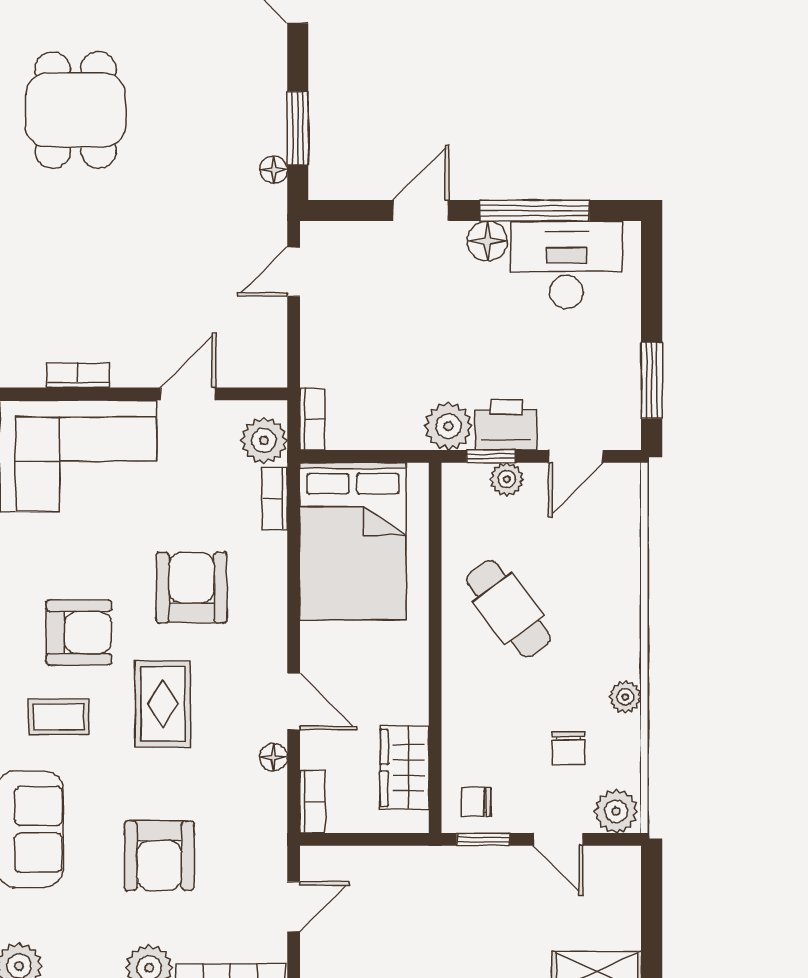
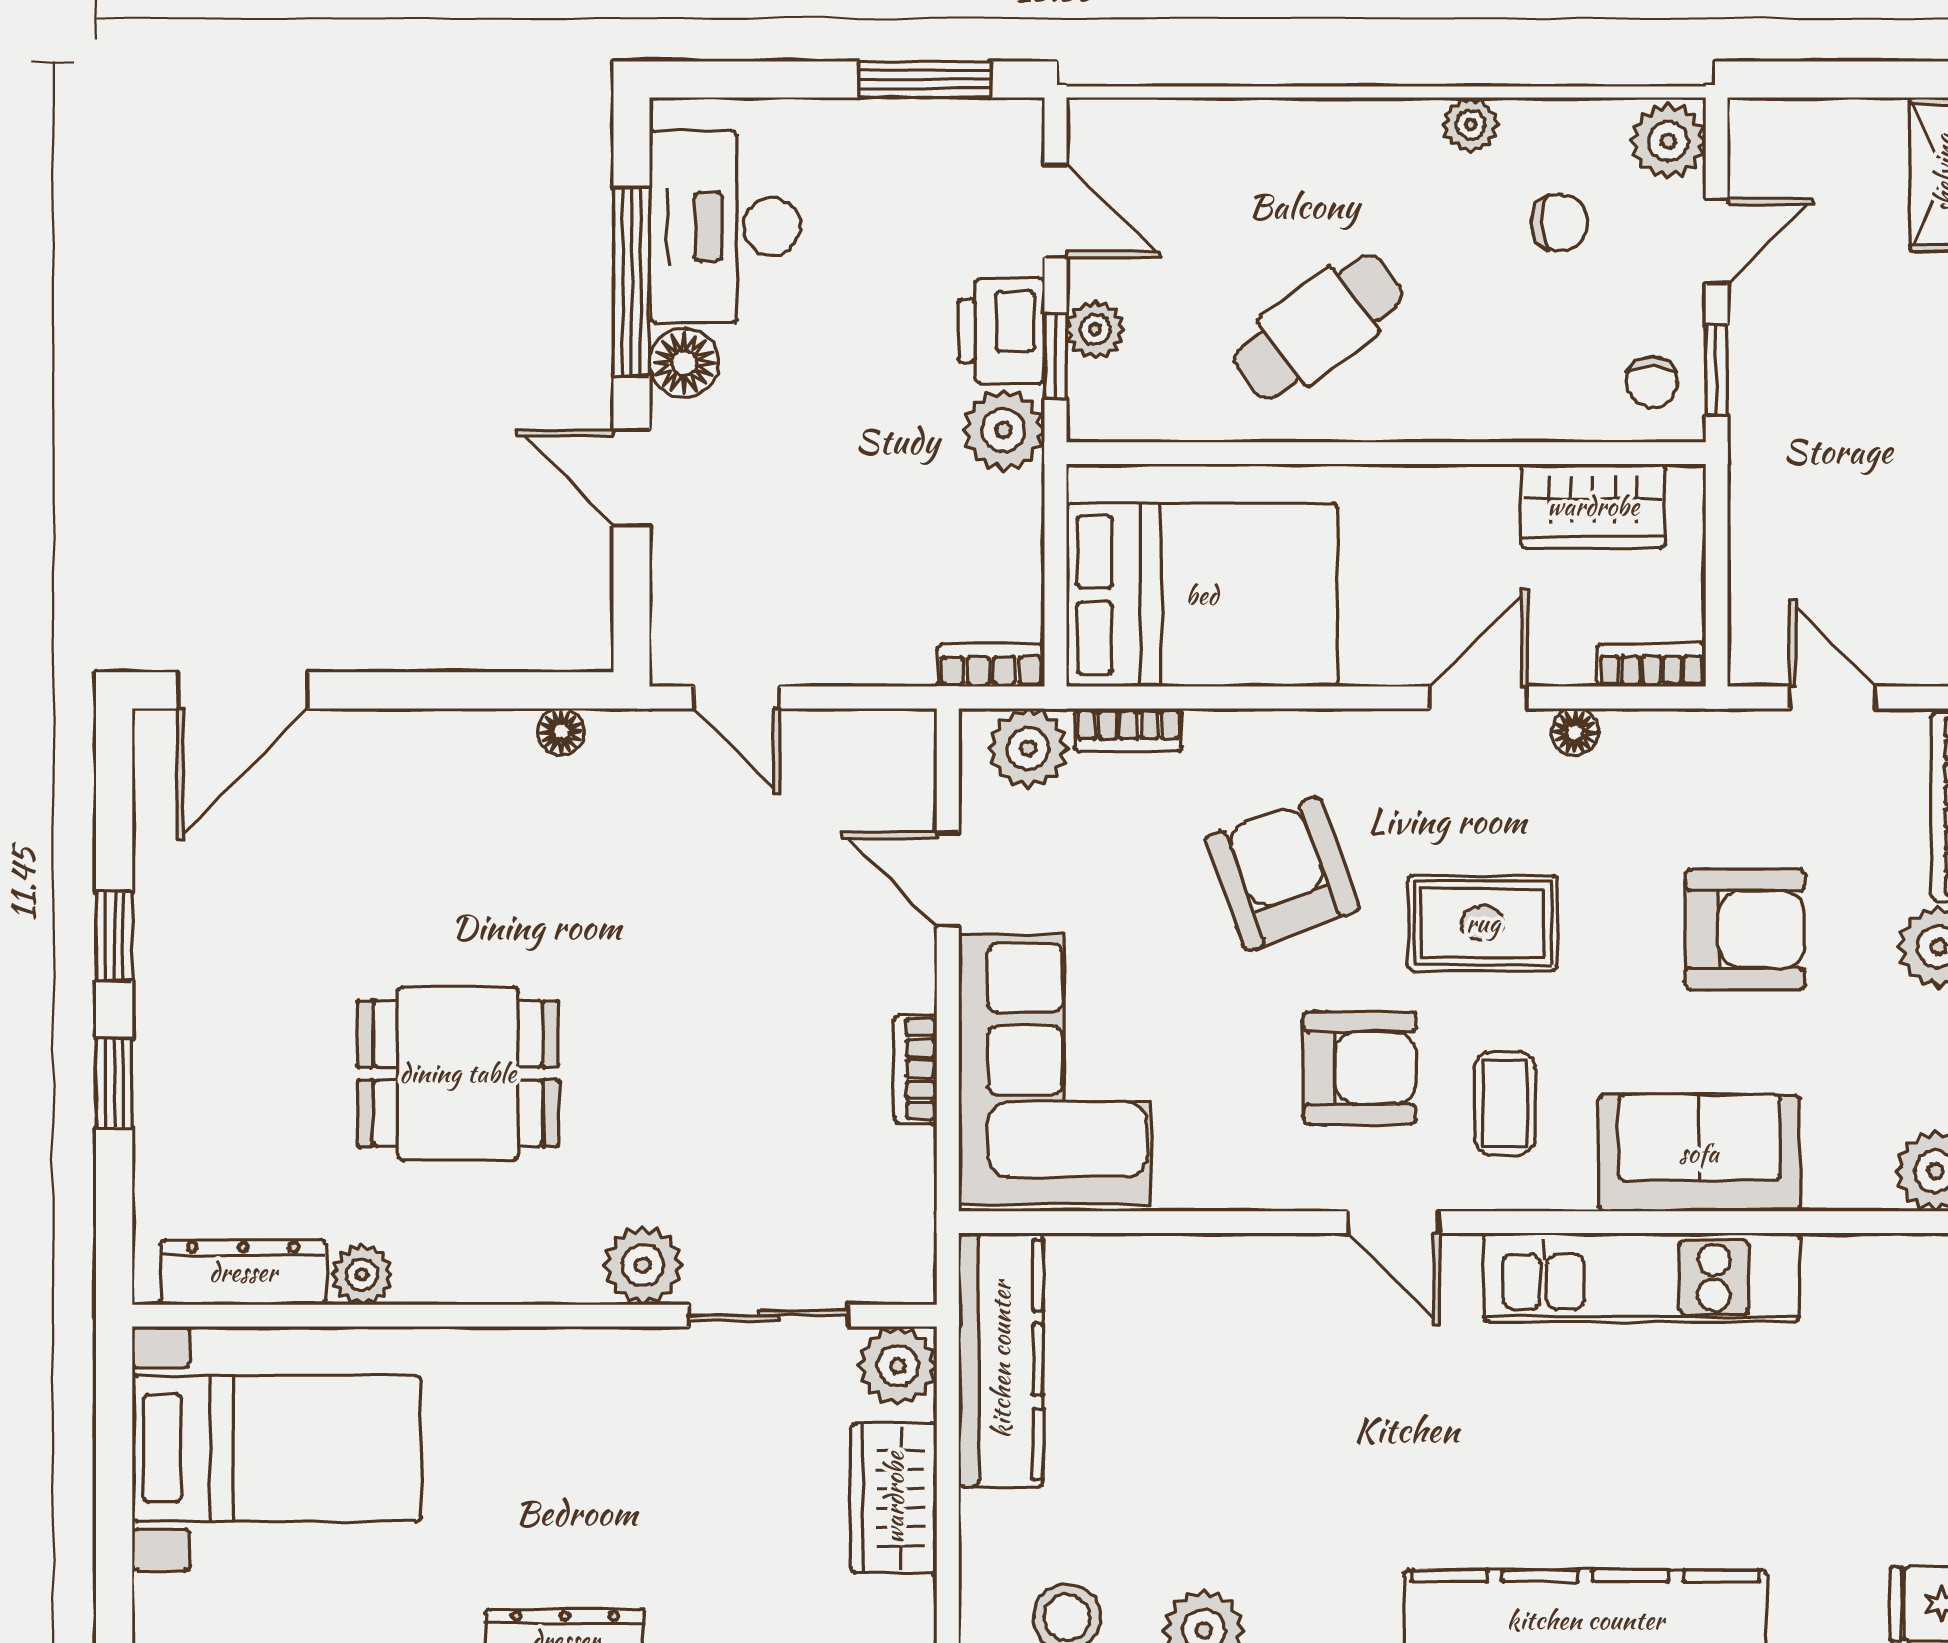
window: (298, 128) -> (489, 690), removed
armchair: (192, 588) -> (1282, 873), turned 70
armchair: (79, 633) -> (1360, 1068), turned 90

